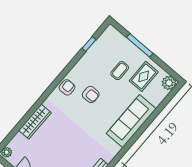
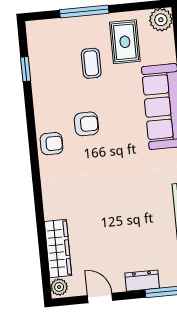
armchair: (67, 87) -> (51, 144), turned 90
wardrobe: (35, 121) -> (58, 249), moved

